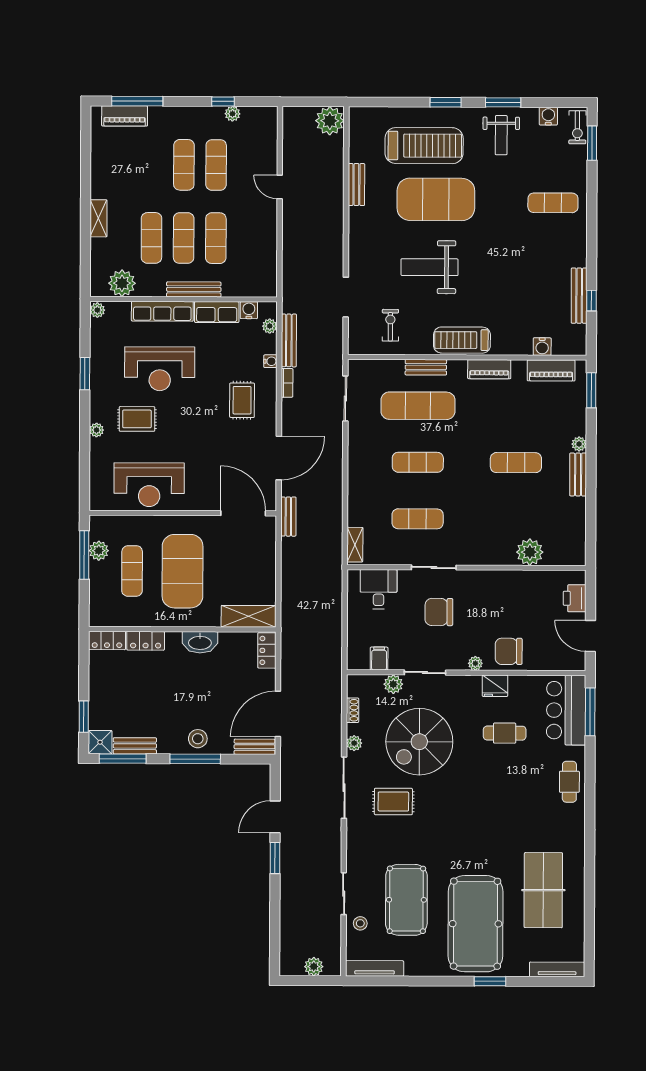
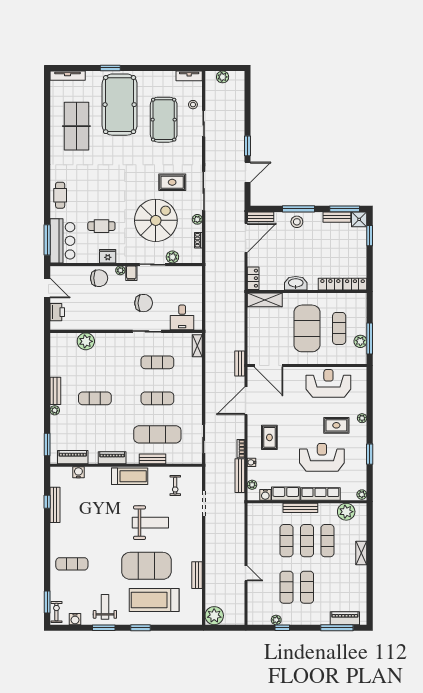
filing cabinet: (379, 659) -> (131, 273), moved
tv unit: (375, 968) -> (189, 76), width x0.71

